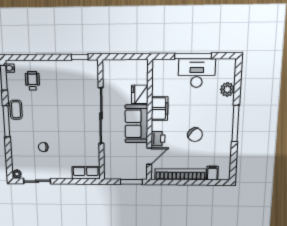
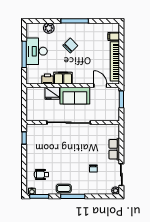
chair: (195, 135) -> (70, 46), moved
printer: (158, 139) -> (47, 79), moved
row of seats: (86, 173) -> (114, 149), moved

